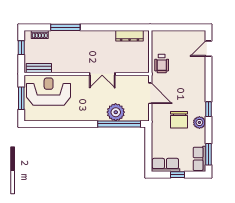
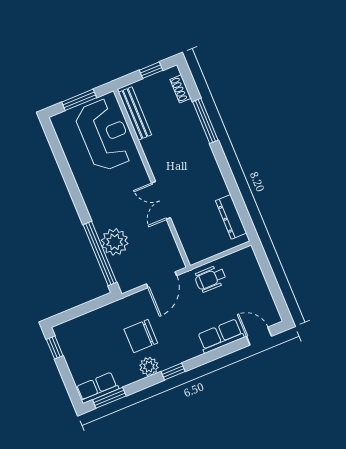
bench: (39, 68) -> (135, 114), width x1.36
row of seats: (165, 165) -> (221, 336), moved, turned -90
window: (177, 175) -> (55, 348), moved

